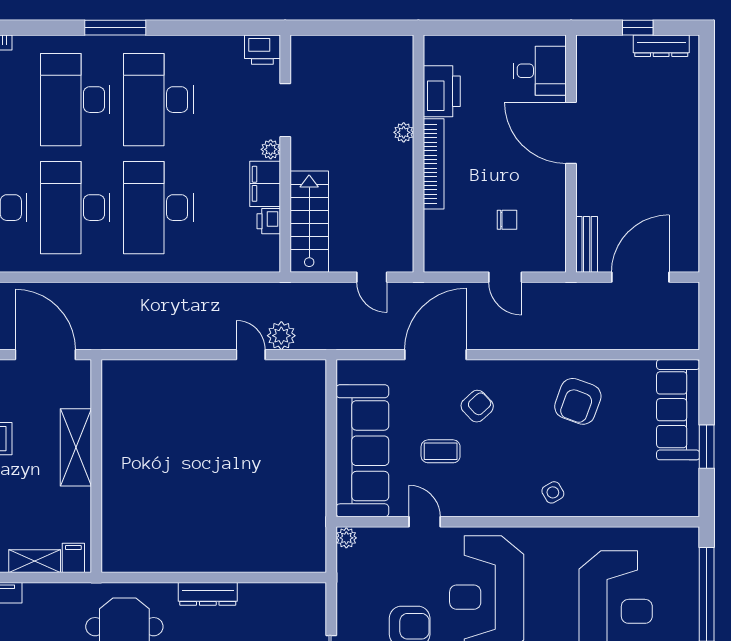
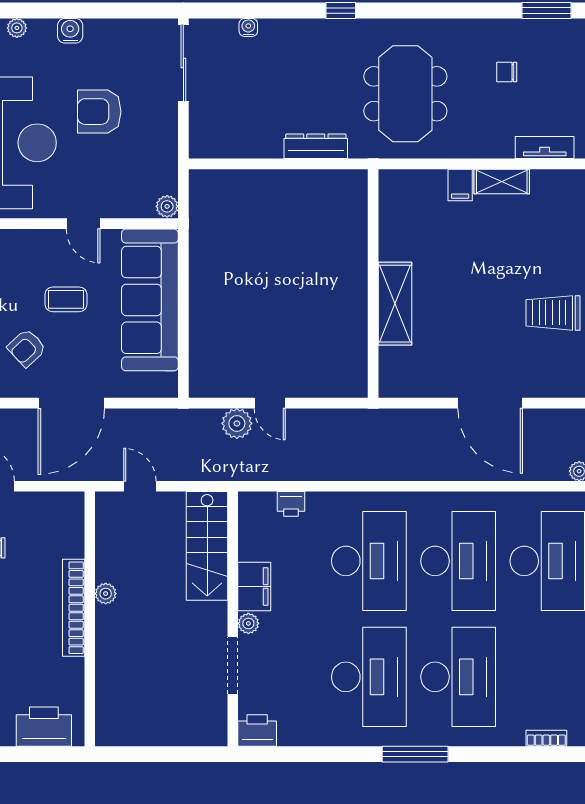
printer: (442, 91) -> (44, 727), moved, turned 90
plant: (404, 132) -> (106, 594), moved
printer: (269, 221) -> (291, 504), moved, turned 90
shelving: (76, 447) -> (395, 304), moved
wall: (96, 466) -> (373, 283), moved

